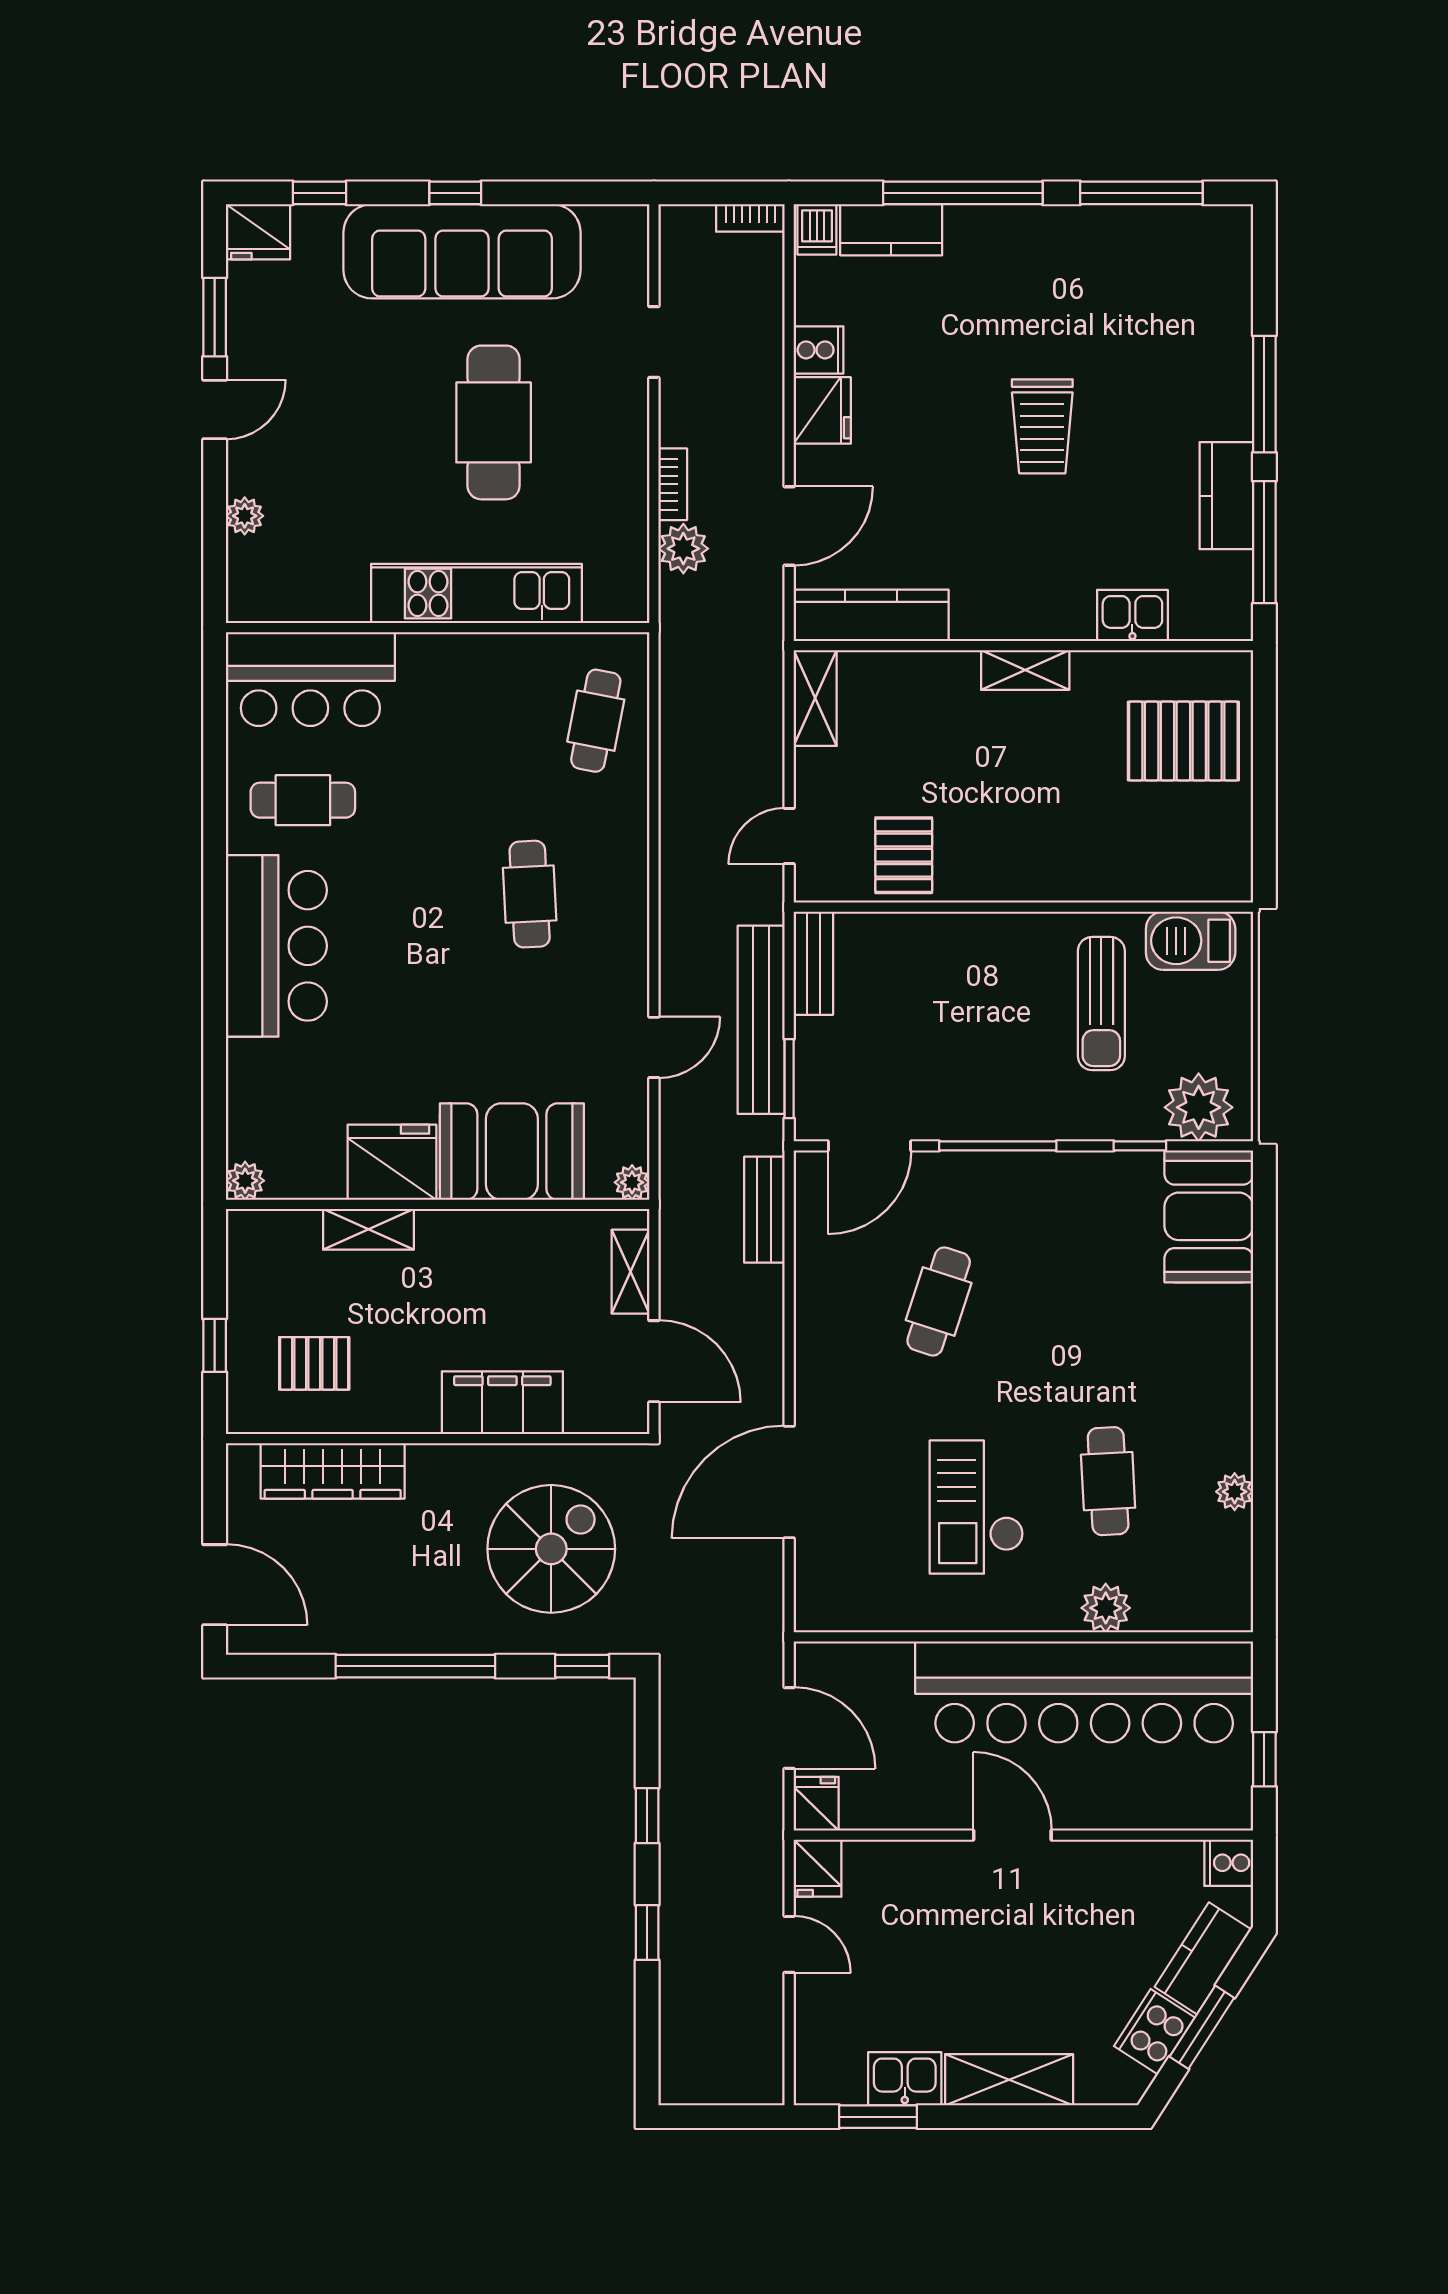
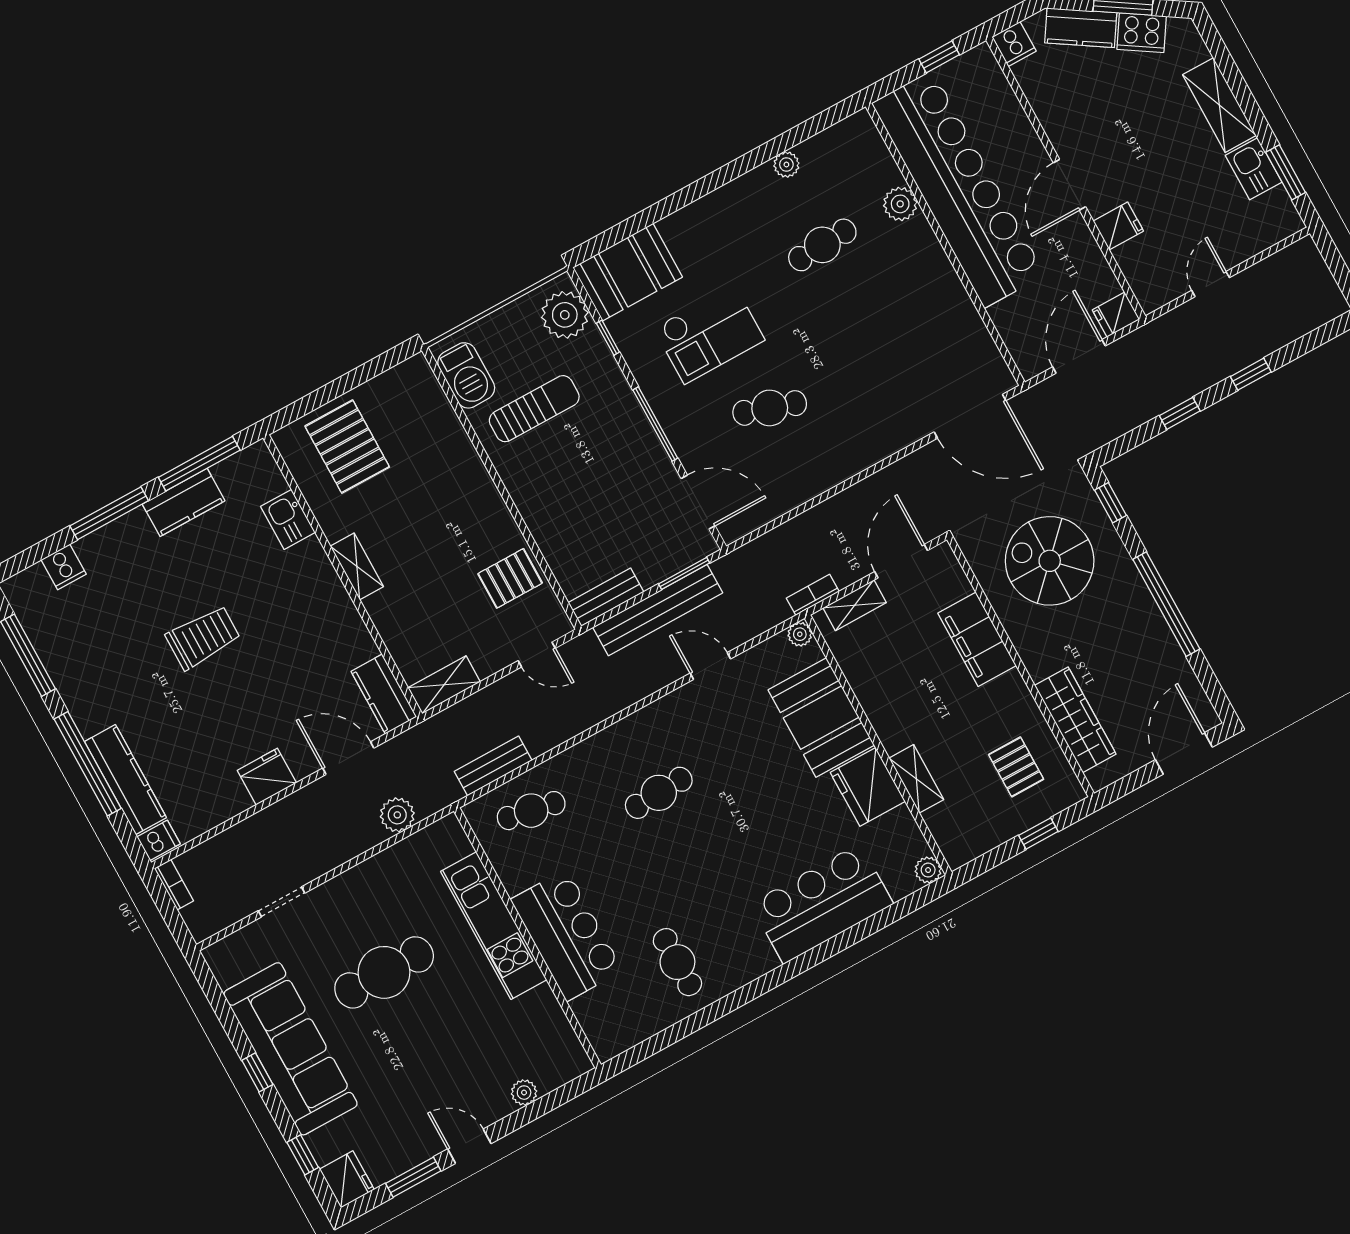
kitchen counter: (891, 230) -> (125, 780), width x1.50
cooker: (819, 350) -> (64, 567), moved, turned 180
bookcase: (673, 484) -> (813, 595), moved
kitchen counter: (871, 615) -> (384, 694), width x0.67
bar counter: (310, 679) -> (567, 935), moved
bar counter: (276, 946) -> (822, 904), moved
bench: (764, 1210) -> (493, 766), moved
door: (789, 1482) -> (970, 416), moved
checkout: (976, 1507) -> (709, 334), moved
fridge: (818, 1868) -> (1118, 226), moved

